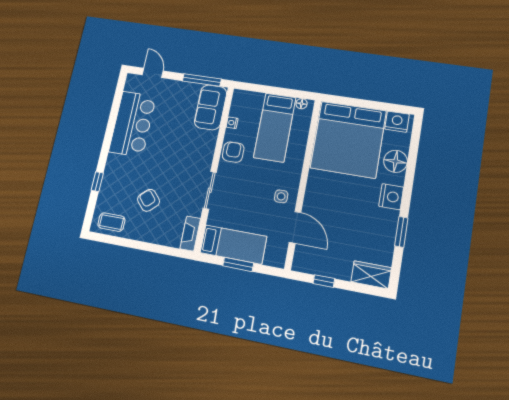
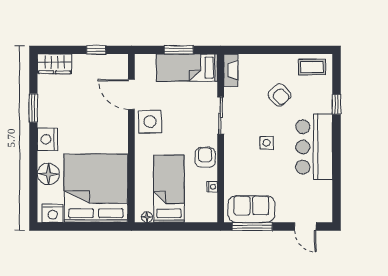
sofa: (211, 107) -> (251, 209), moved, turned -90
bar counter: (132, 124) -> (314, 147), moved
armchair: (233, 152) -> (205, 157), turned 180
side table: (171, 156) -> (267, 143), added
side table: (281, 196) -> (150, 122), width x1.87, depth x1.87

